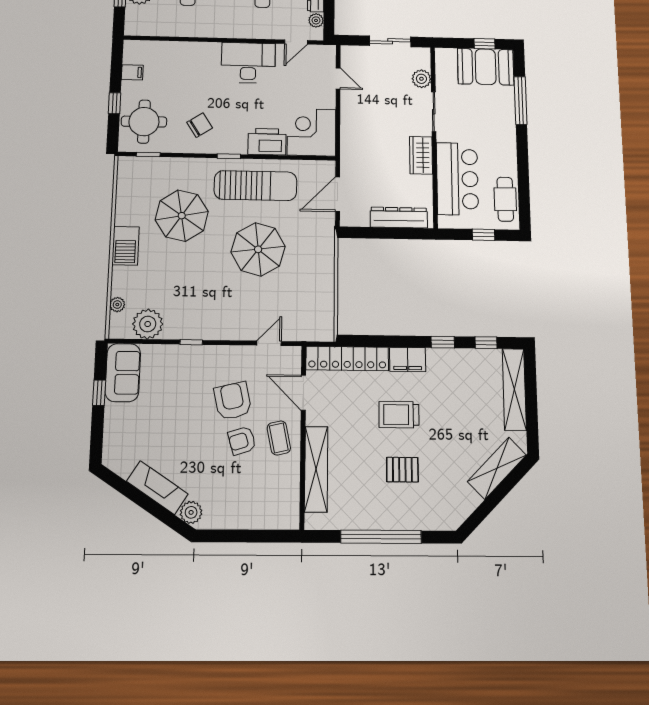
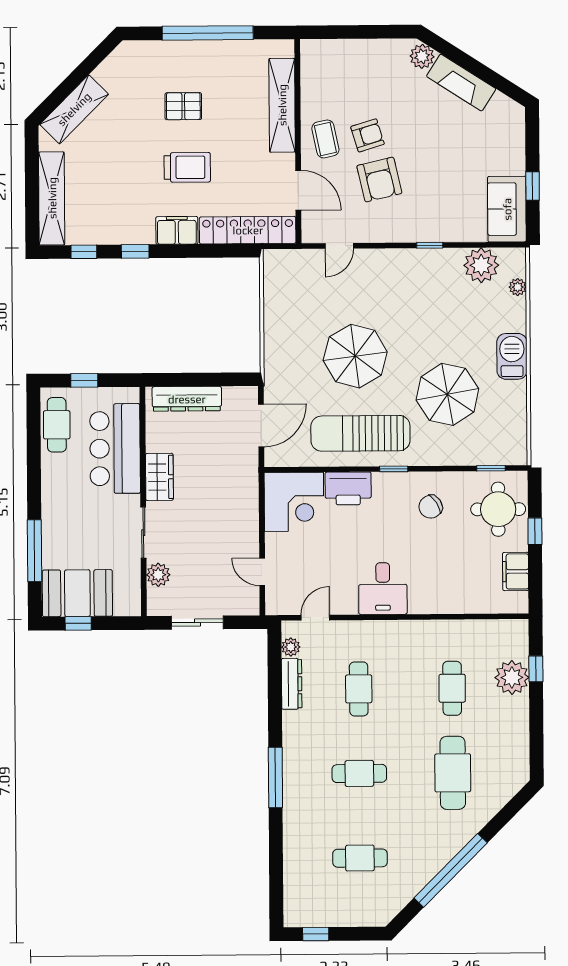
desk: (248, 63) -> (383, 589), width x0.73
filing cabinet: (132, 72) -> (516, 571), width x2.00

